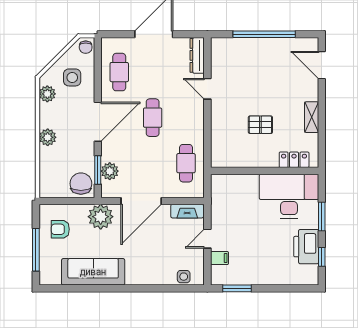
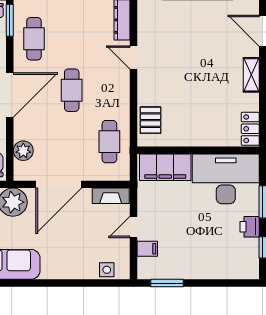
shelving: (312, 117) -> (251, 75), moved
pallet: (260, 125) -> (151, 120), moved, turned 90
locker: (294, 160) -> (250, 129), moved, turned -90
window: (98, 170) -> (10, 20), moved
filing cabinet: (235, 186) -> (165, 167), added
printer: (306, 247) -> (250, 227), width x0.53, depth x0.68

